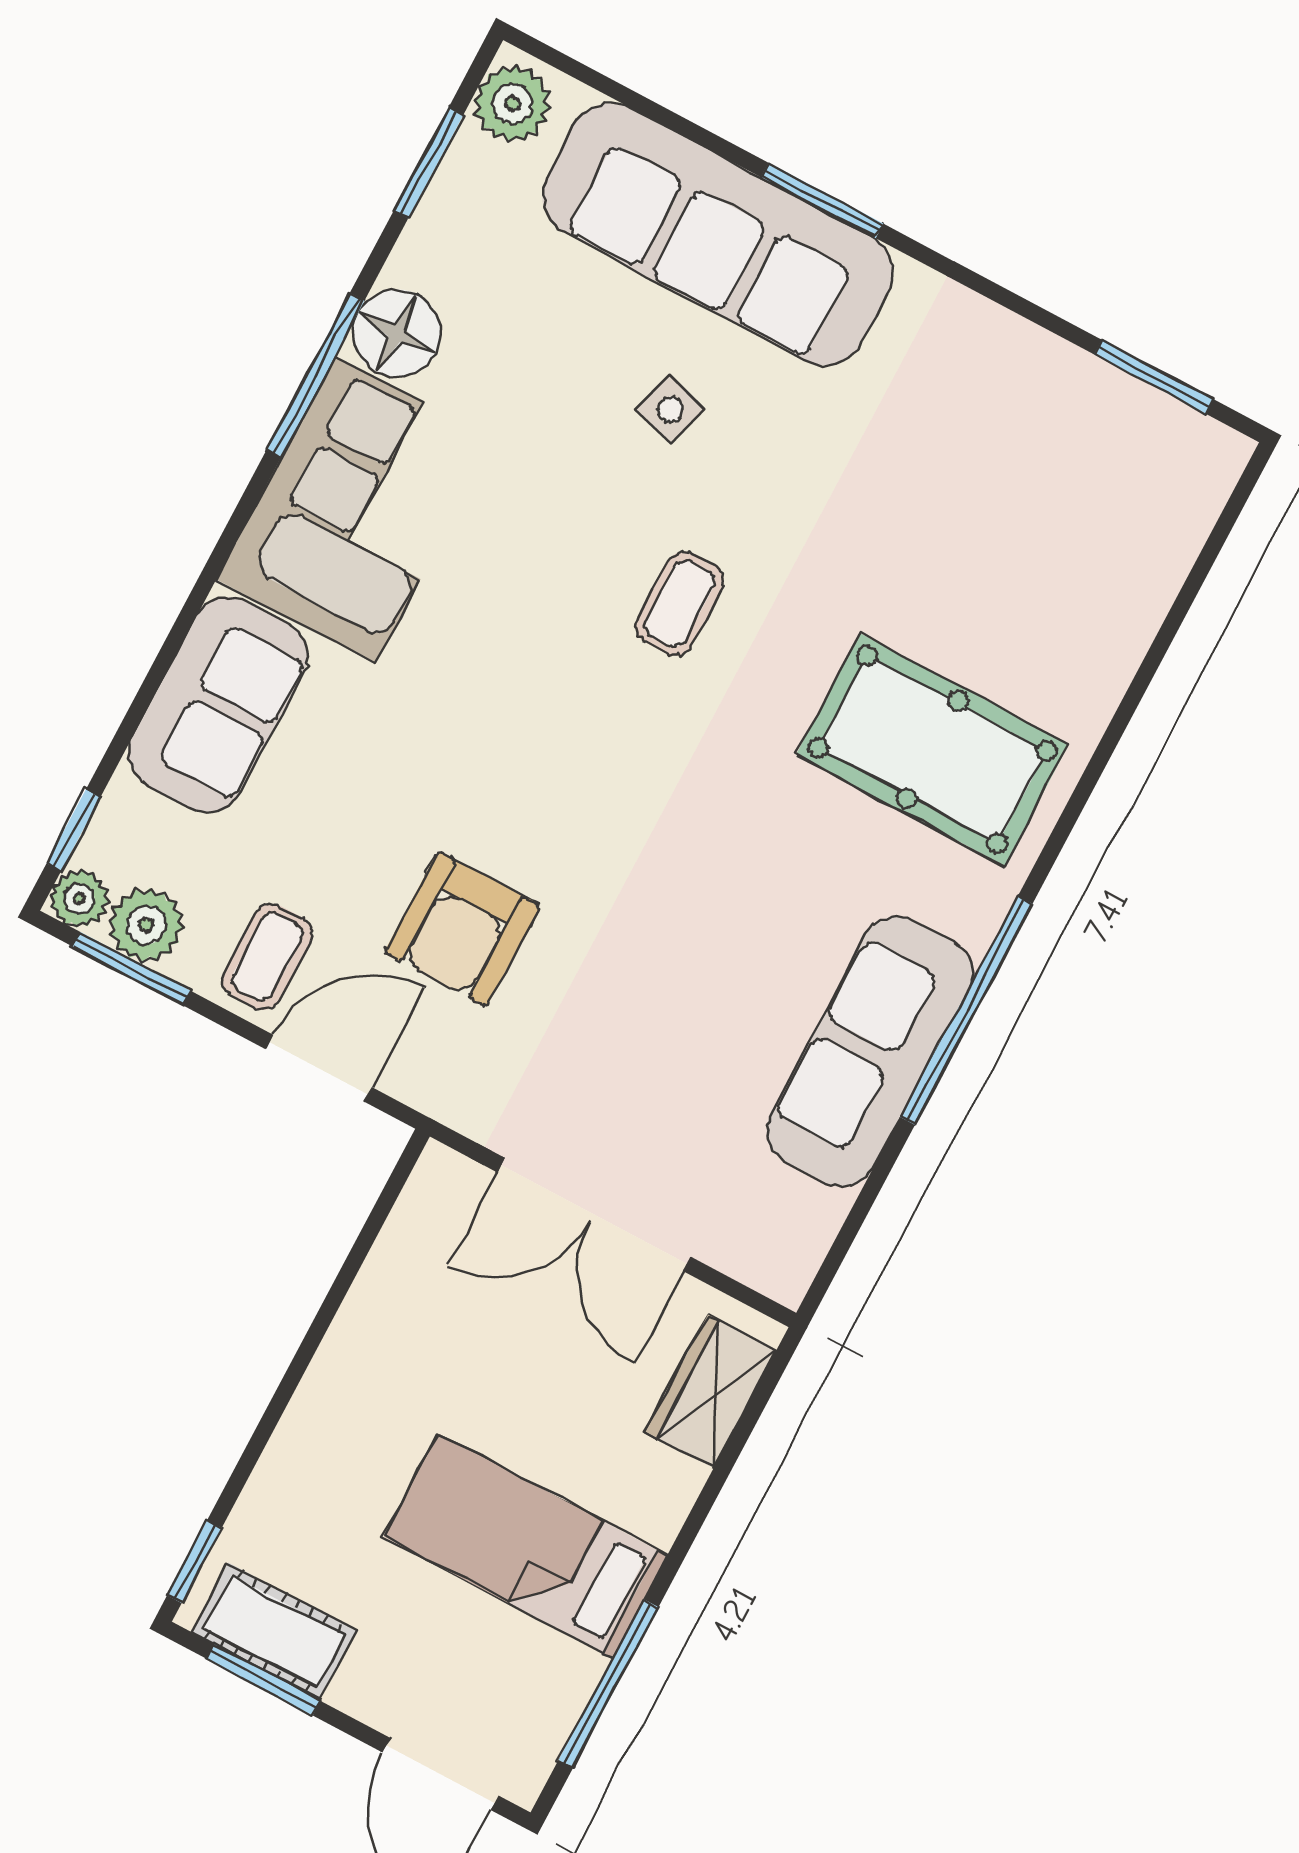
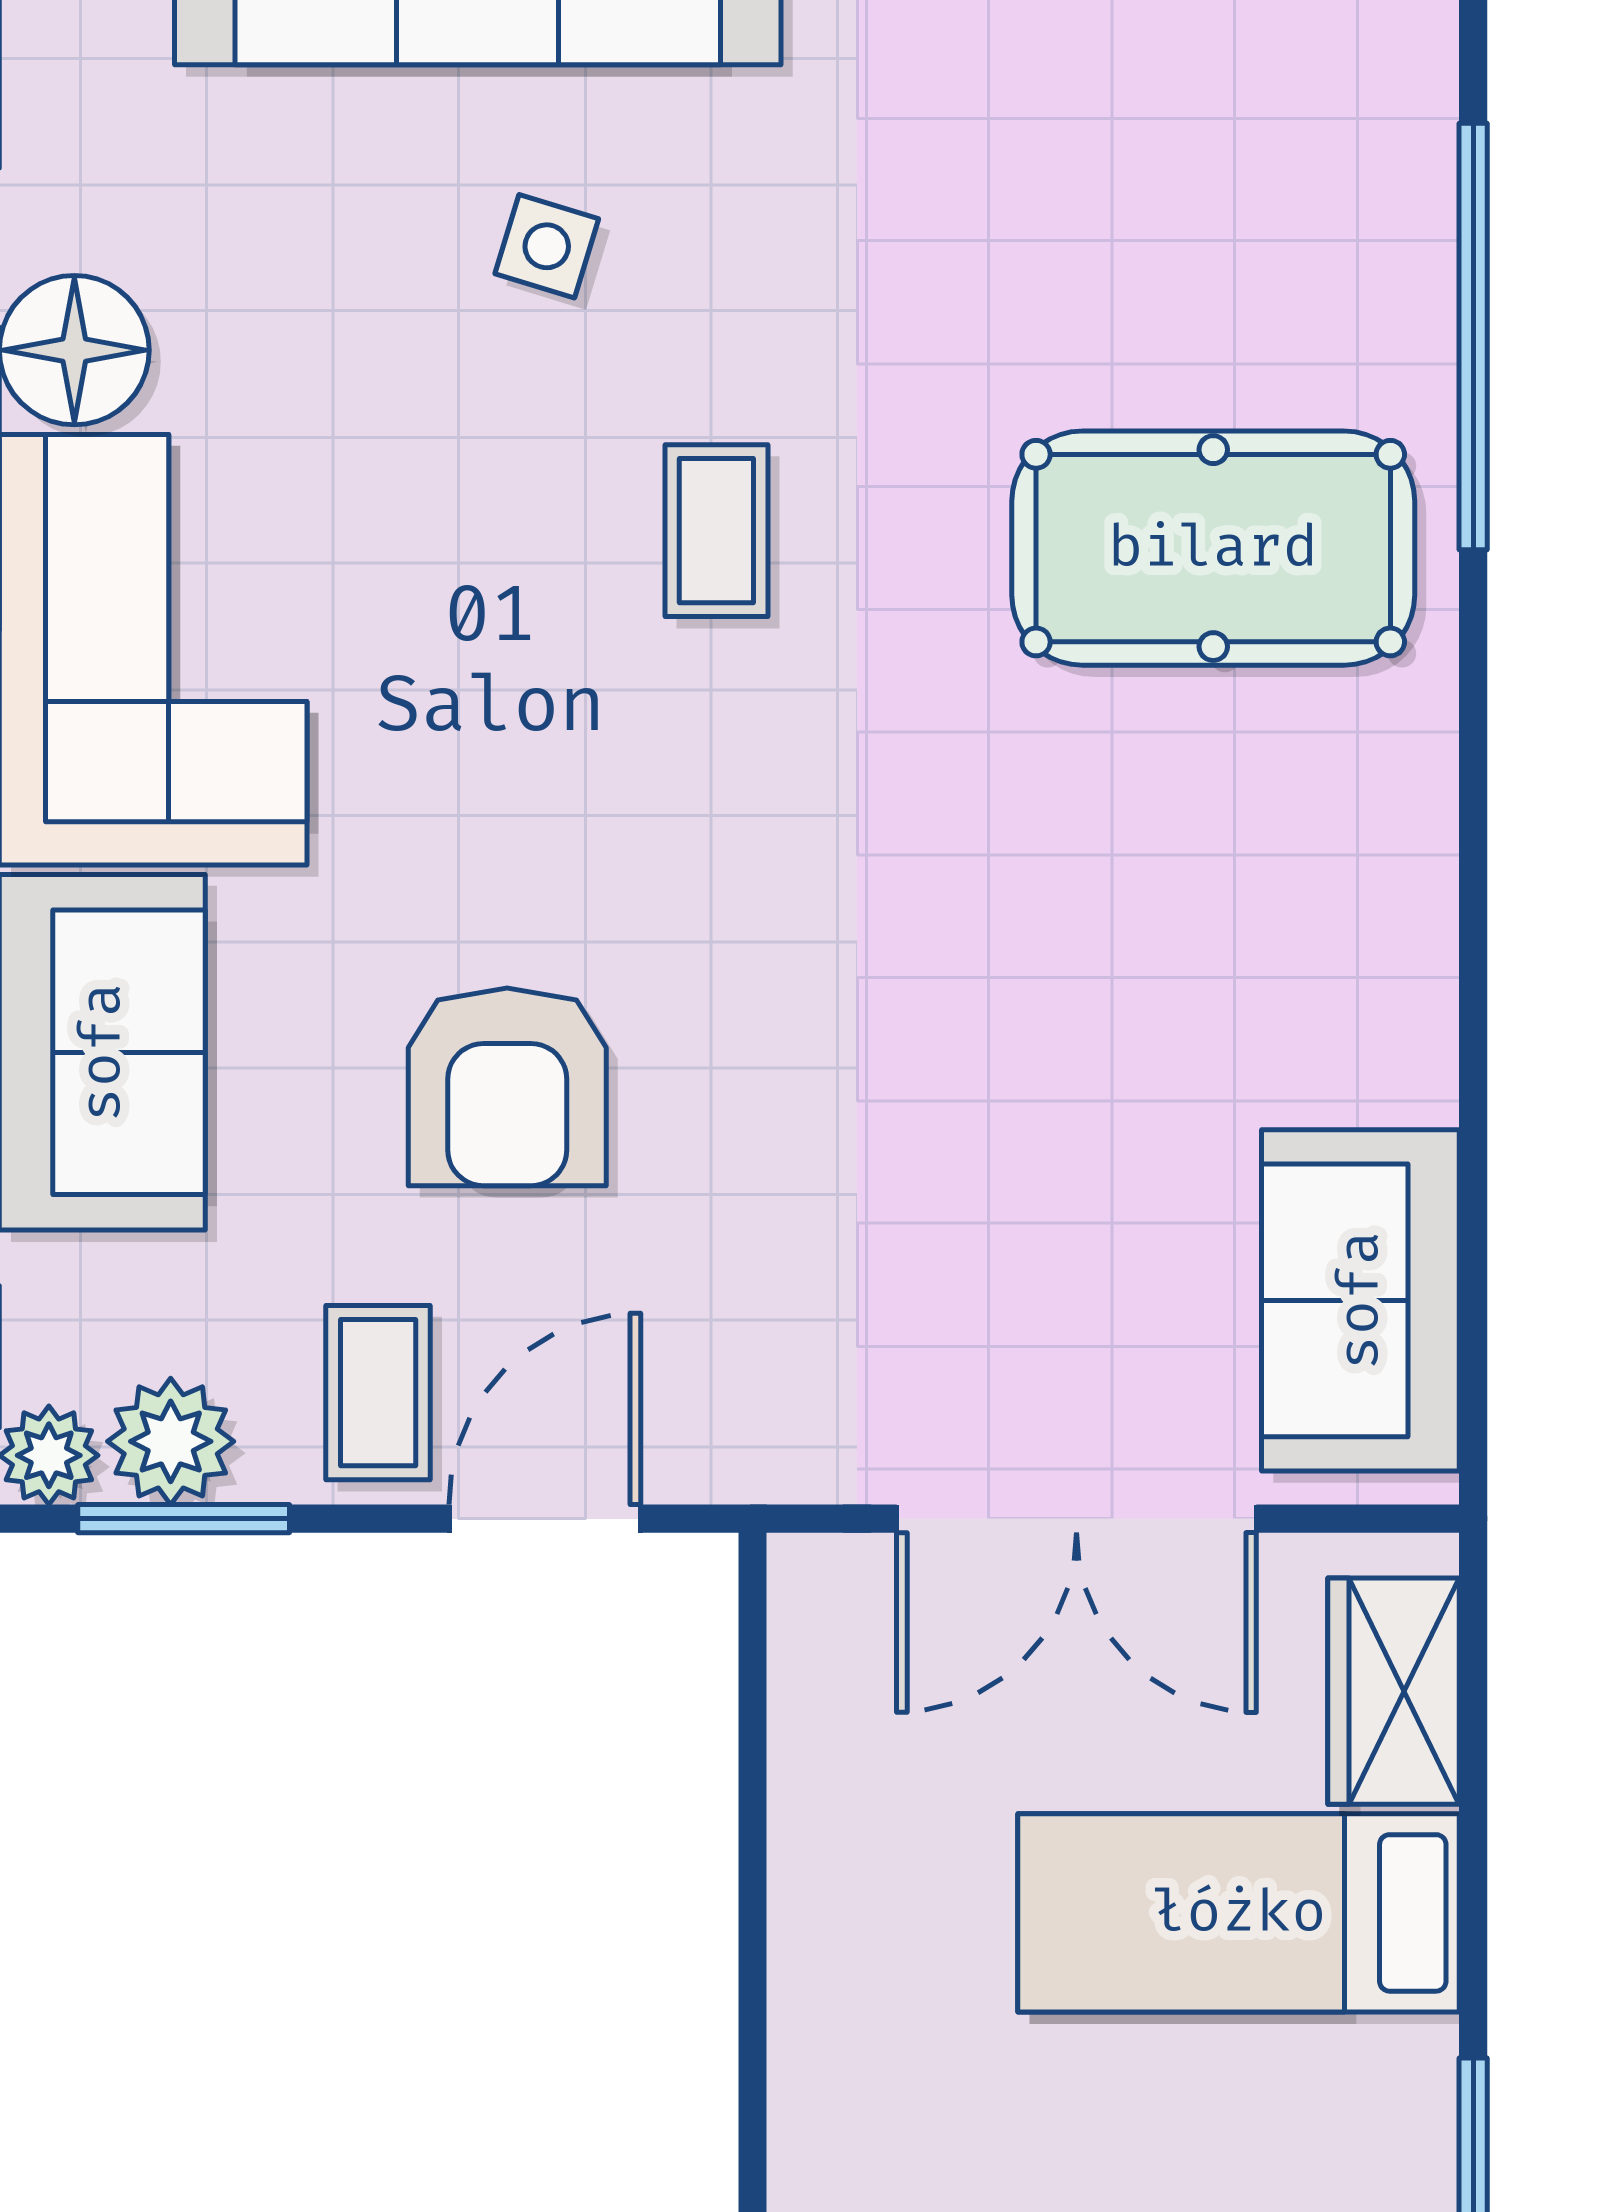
armchair: (462, 929) -> (507, 1087), moved
window: (966, 1011) -> (1473, 336), moved
sofa: (869, 1052) -> (1360, 1300), moved, width x0.73
bed: (526, 1546) -> (1239, 1913), moved

